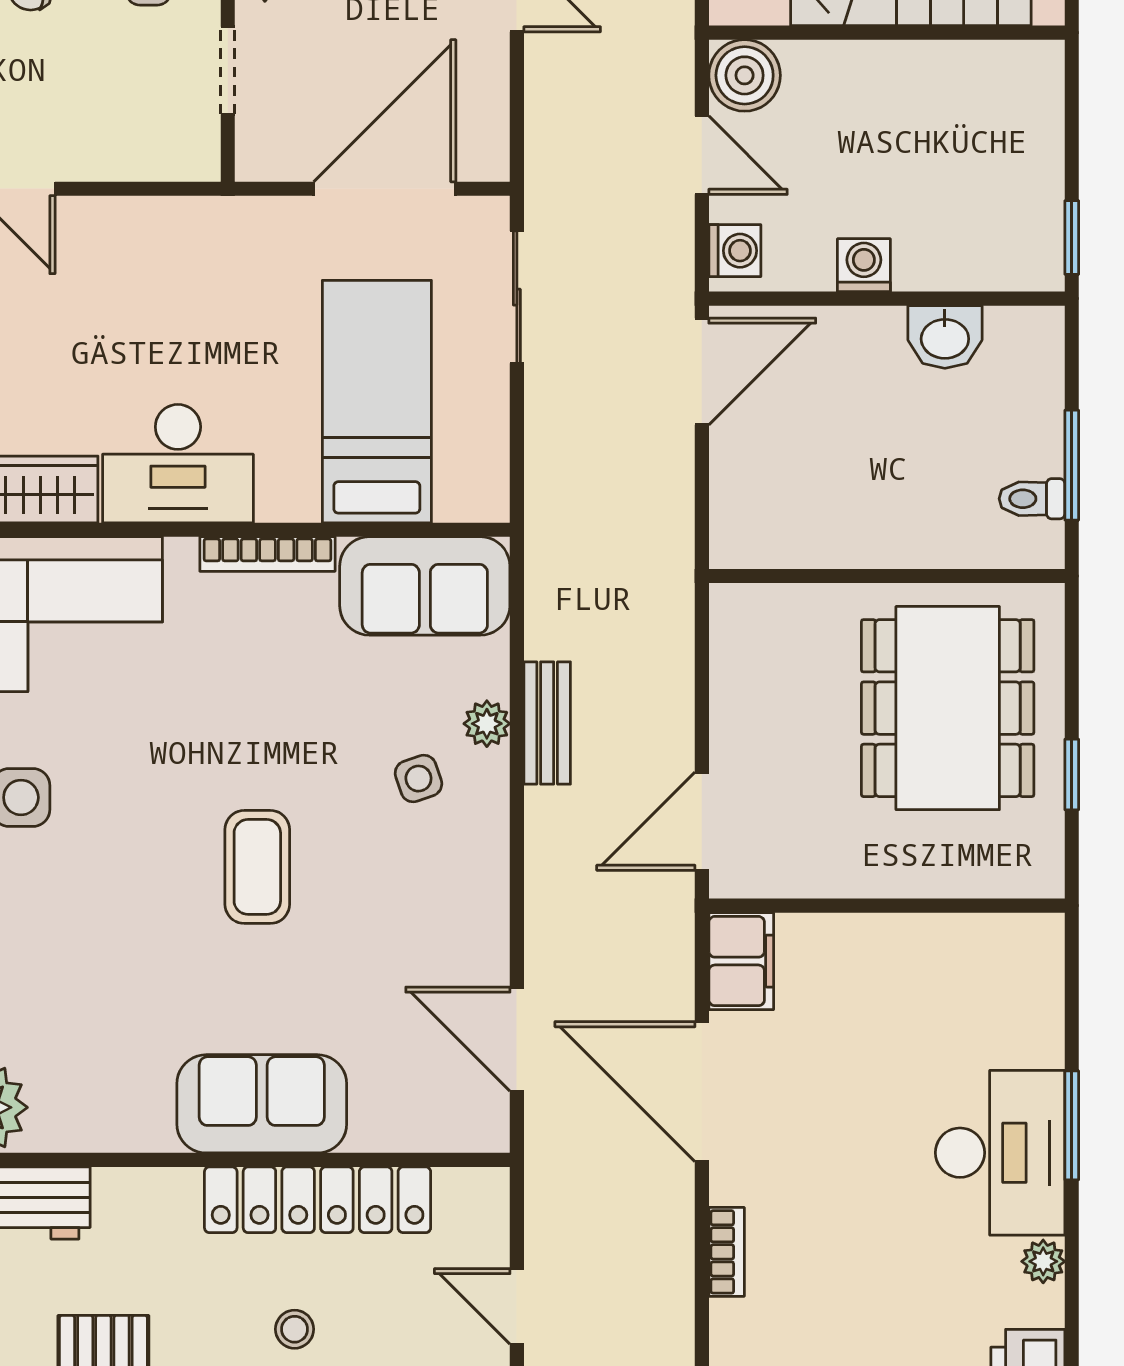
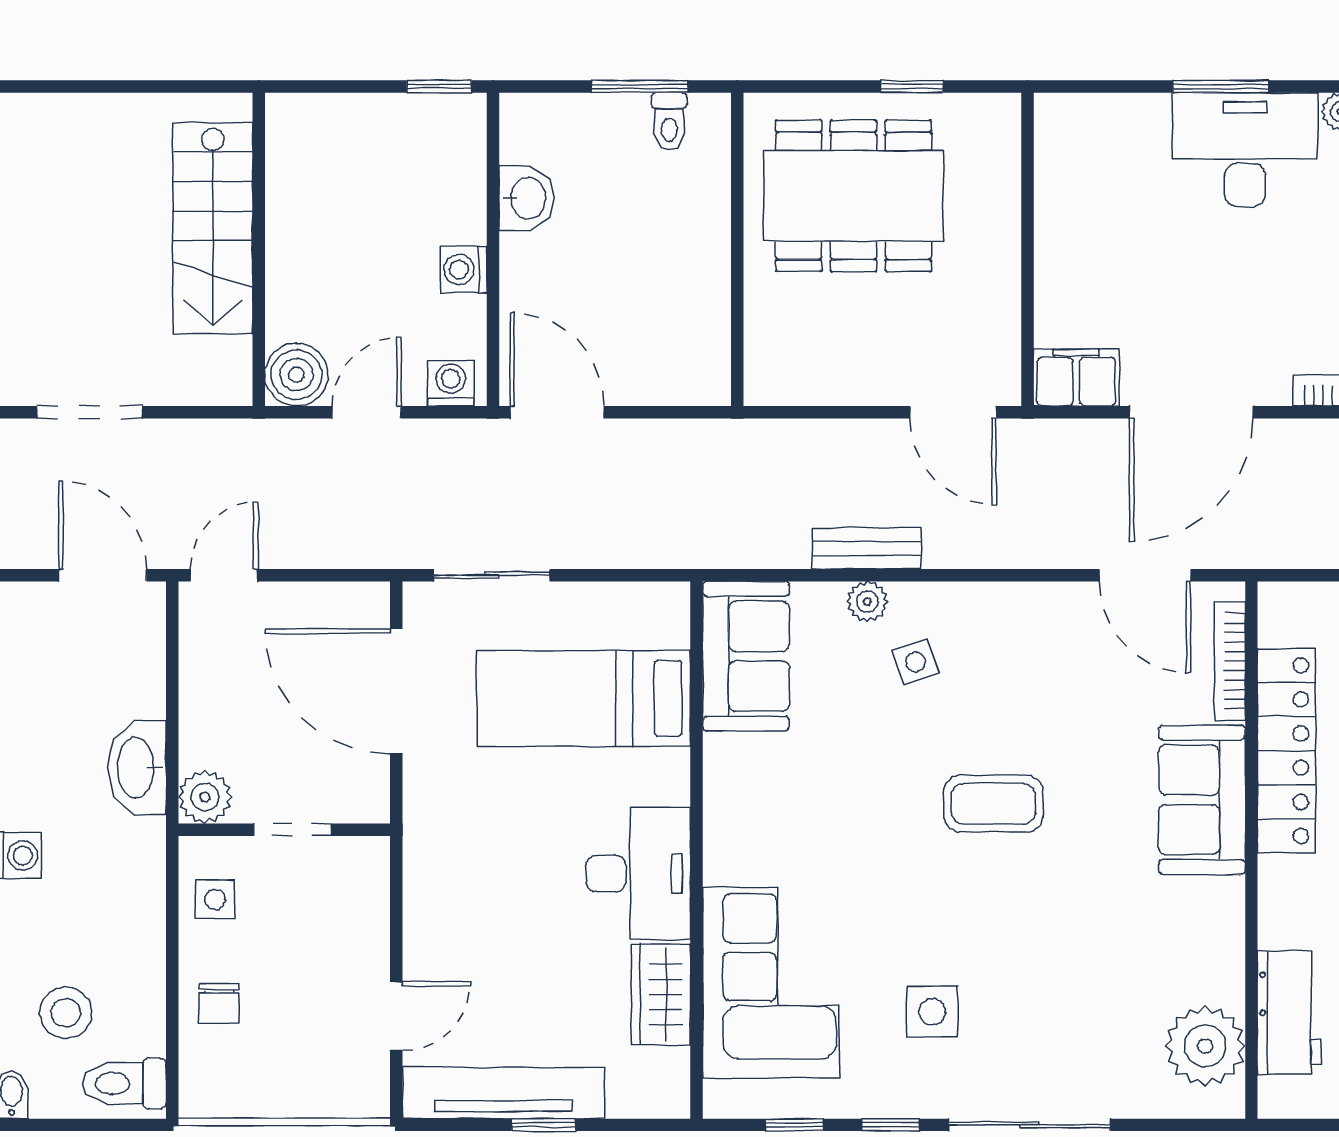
bookcase: (267, 554) -> (1230, 661), moved, turned 180
door: (517, 1039) -> (1145, 575), hinge flipped

